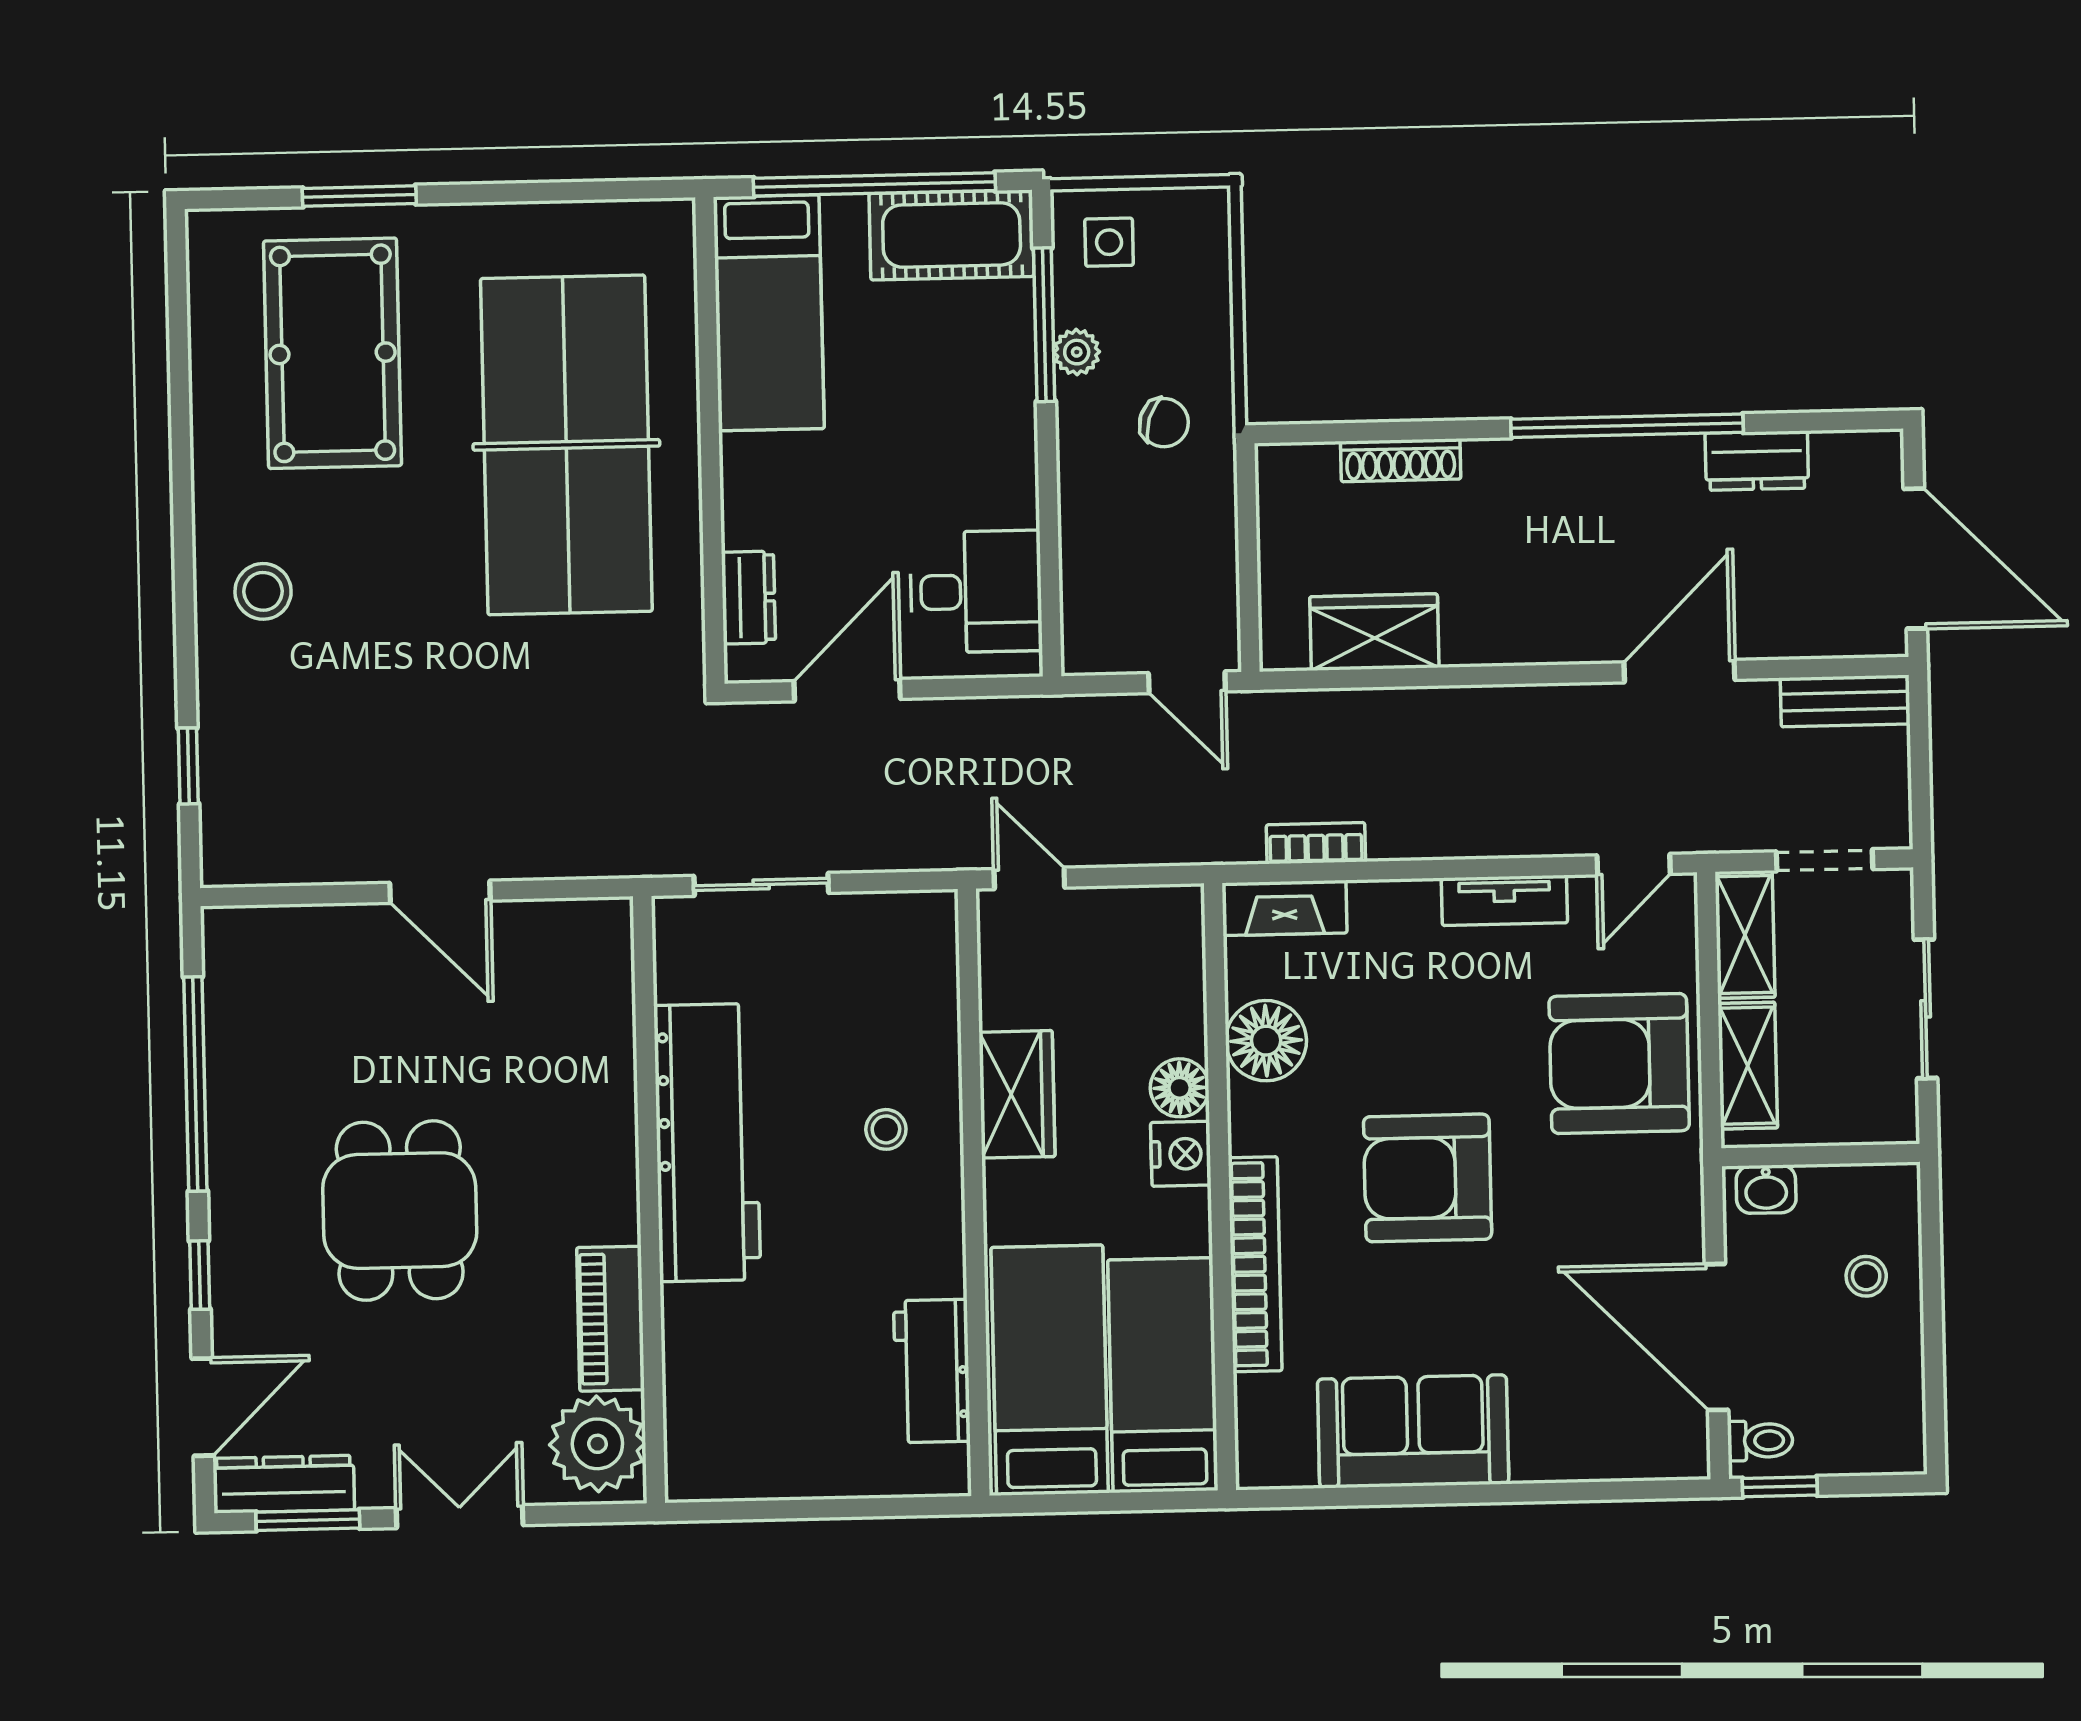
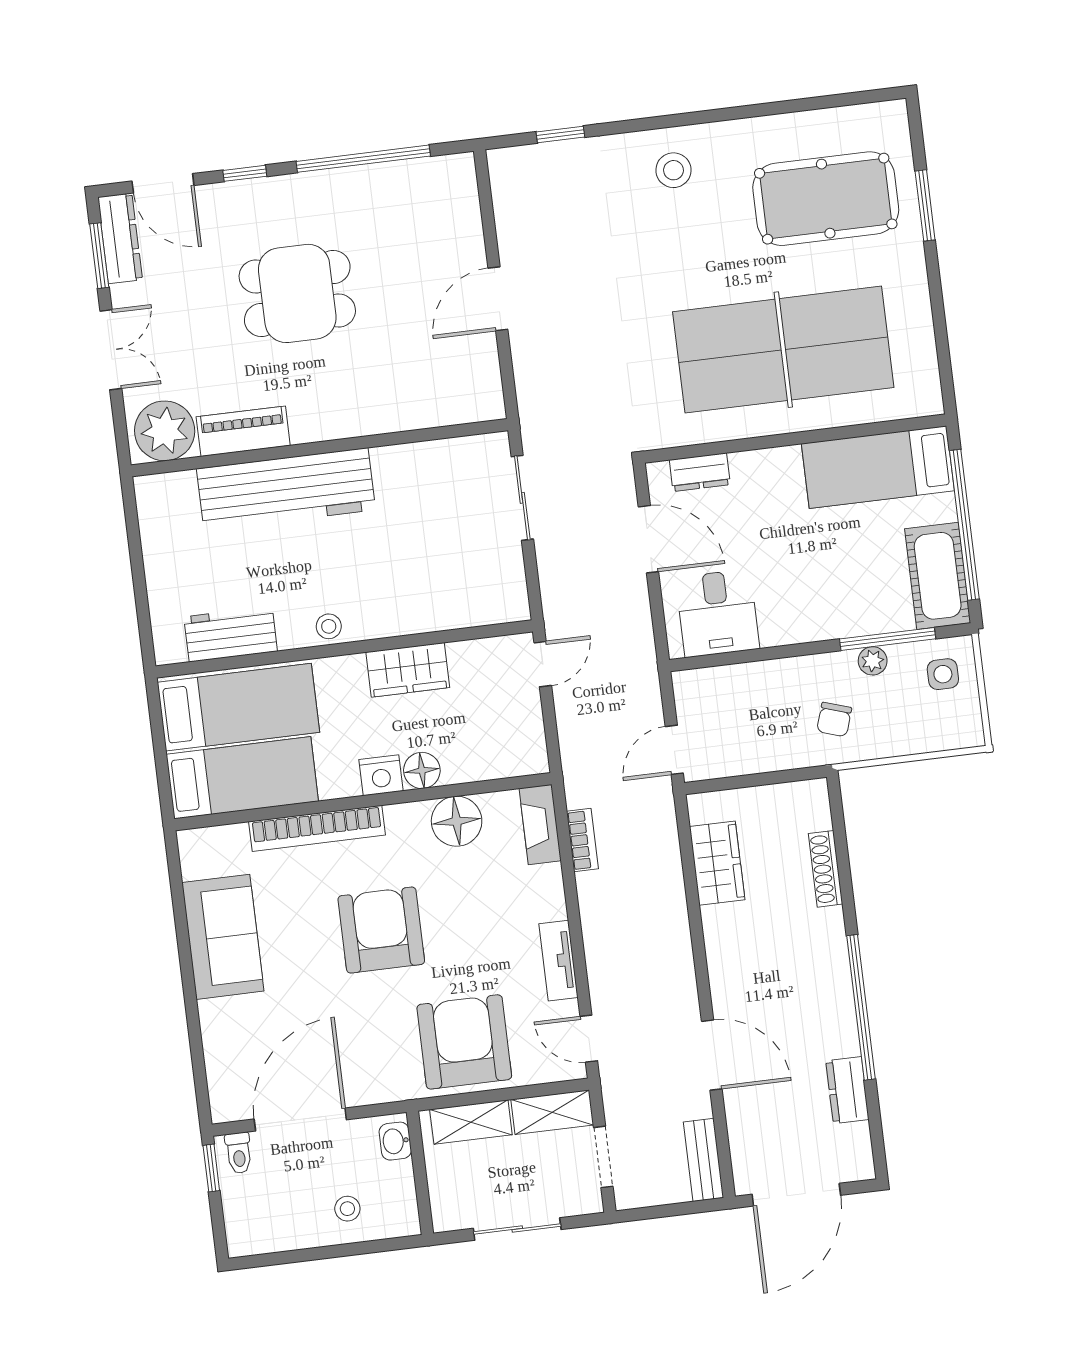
stool: (886, 1129) -> (329, 626), moved
workbench: (707, 1143) -> (286, 489), moved

